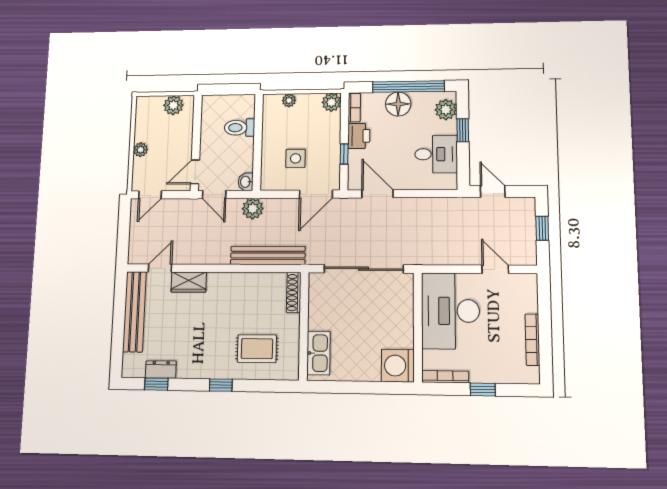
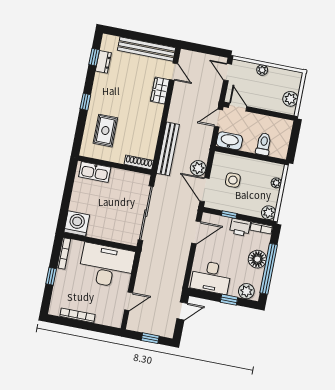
desk: (436, 154) -> (211, 277), width x1.37
washbasin: (246, 182) -> (229, 141), width x1.91, depth x1.45
plant: (253, 209) -> (198, 168), moved

